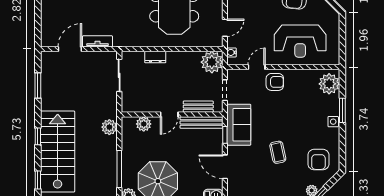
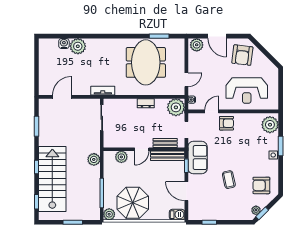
tv unit: (97, 41) -> (103, 91), moved
dresser: (155, 57) -> (146, 103), moved
armchair: (318, 160) -> (261, 185), turned 90

